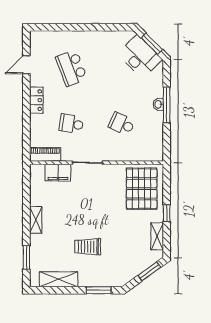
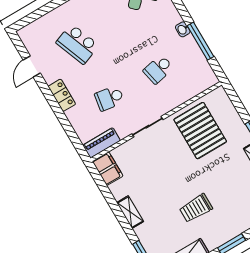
window: (167, 105) -> (201, 41), moved
school desk: (122, 124) -> (158, 69), turned -36
filing cabinet: (58, 173) -> (108, 169), moved, turned -90
pallet: (142, 189) -> (200, 131), moved

